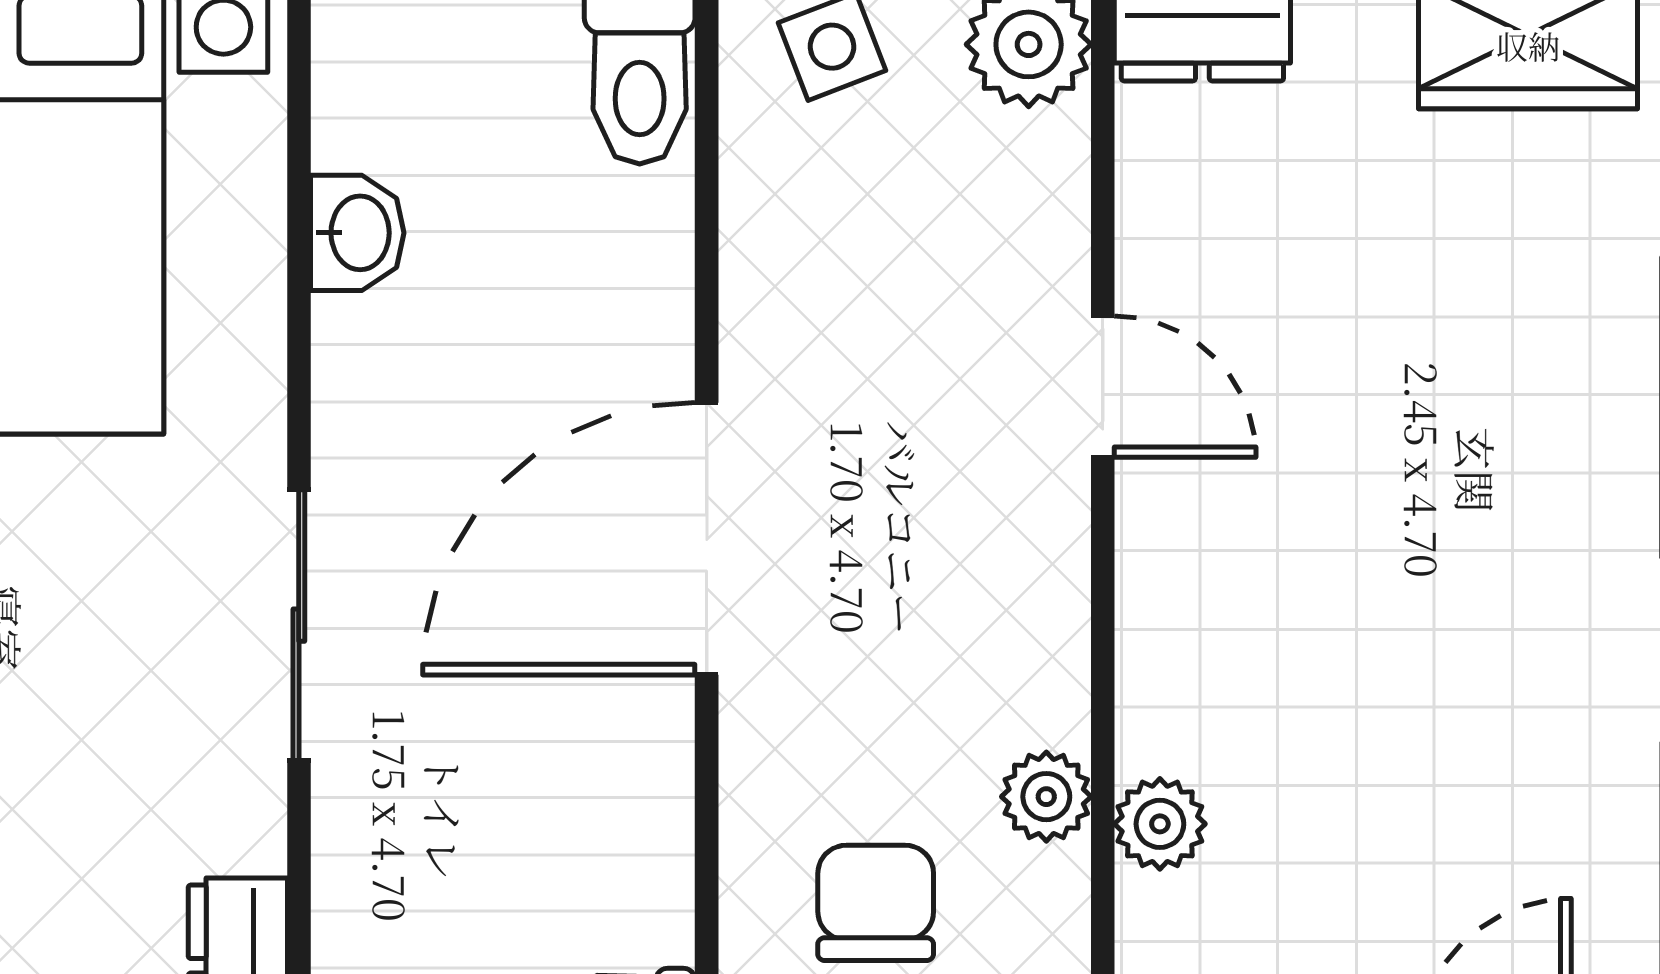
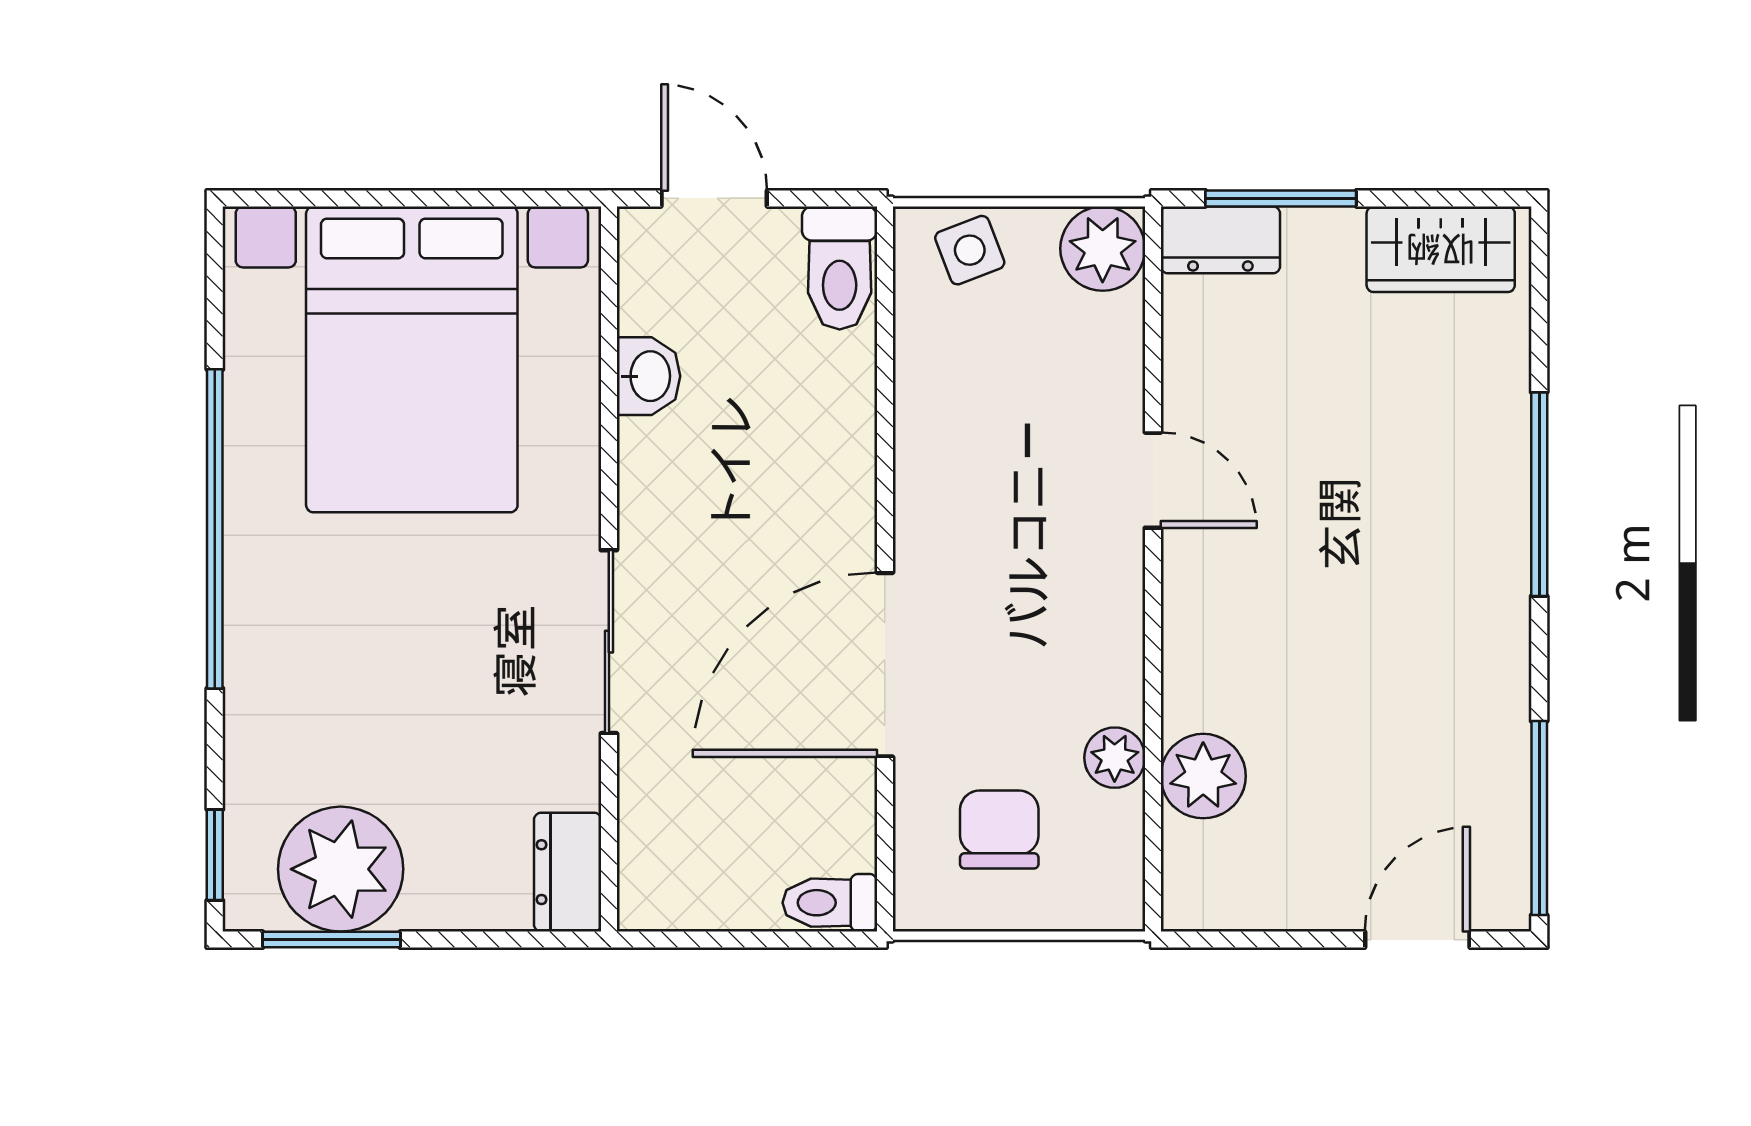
door: (707, 539) -> (885, 665), moved
plant: (1160, 824) -> (1203, 776), width x1.38, depth x1.38

